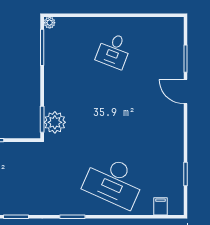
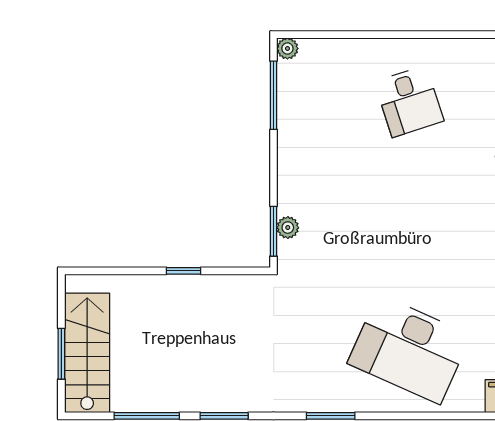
desk: (114, 51) -> (409, 101), turned -39
plant: (55, 122) -> (288, 228), width x0.53, depth x0.53

